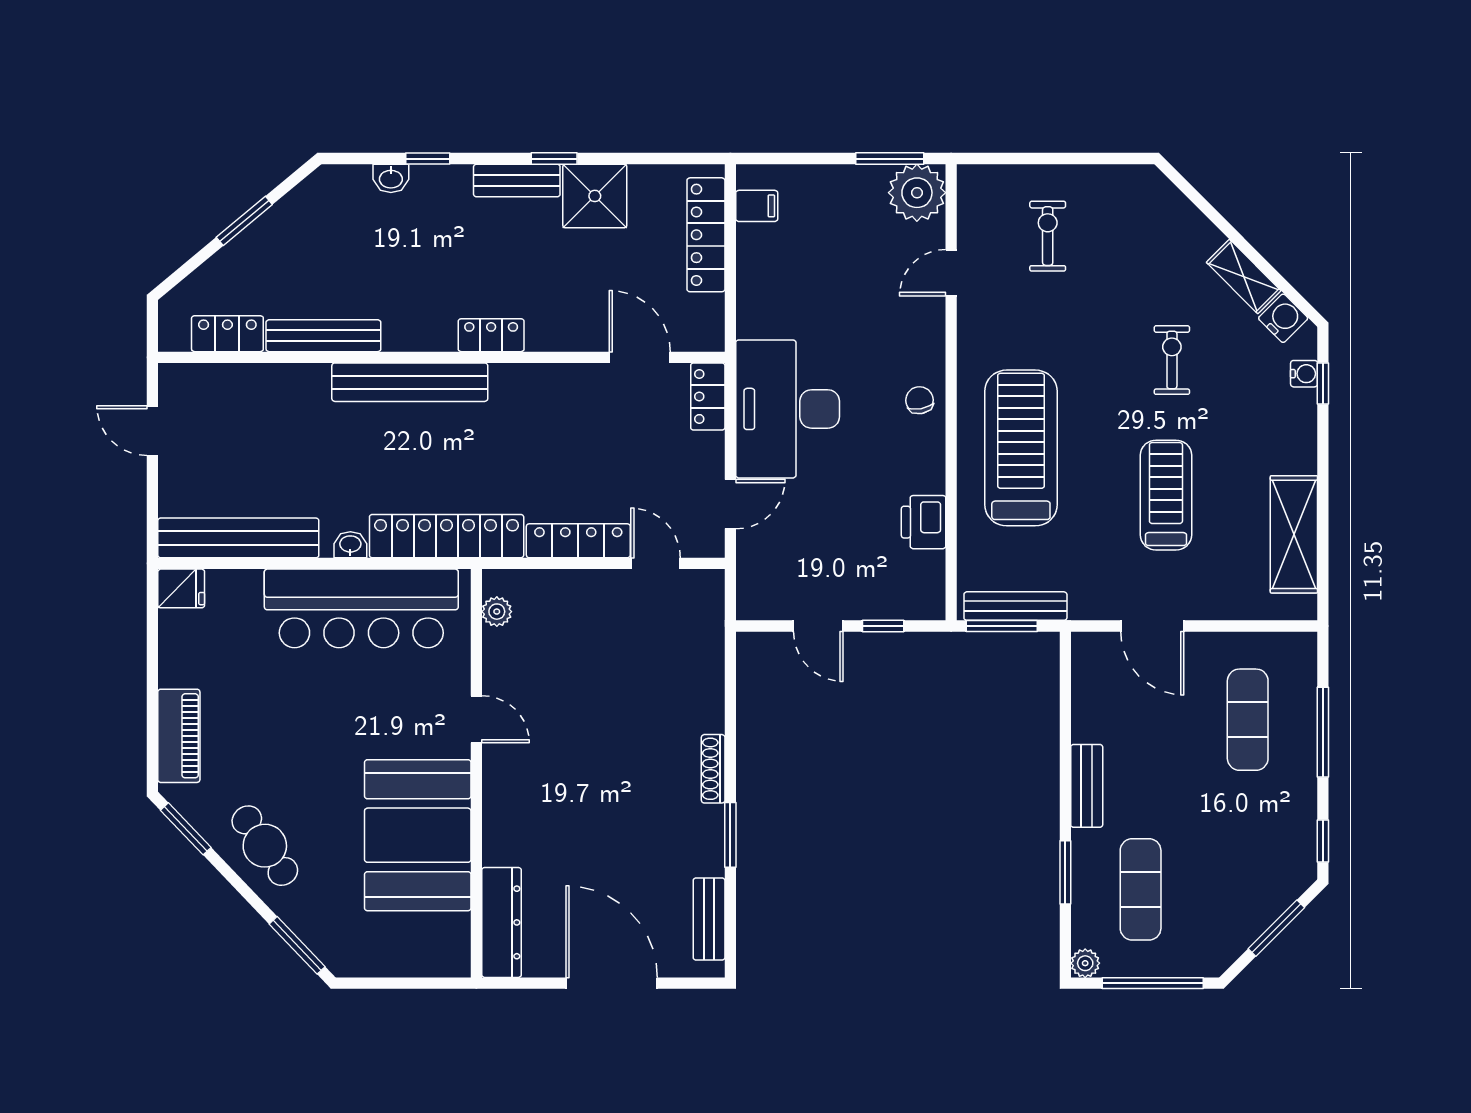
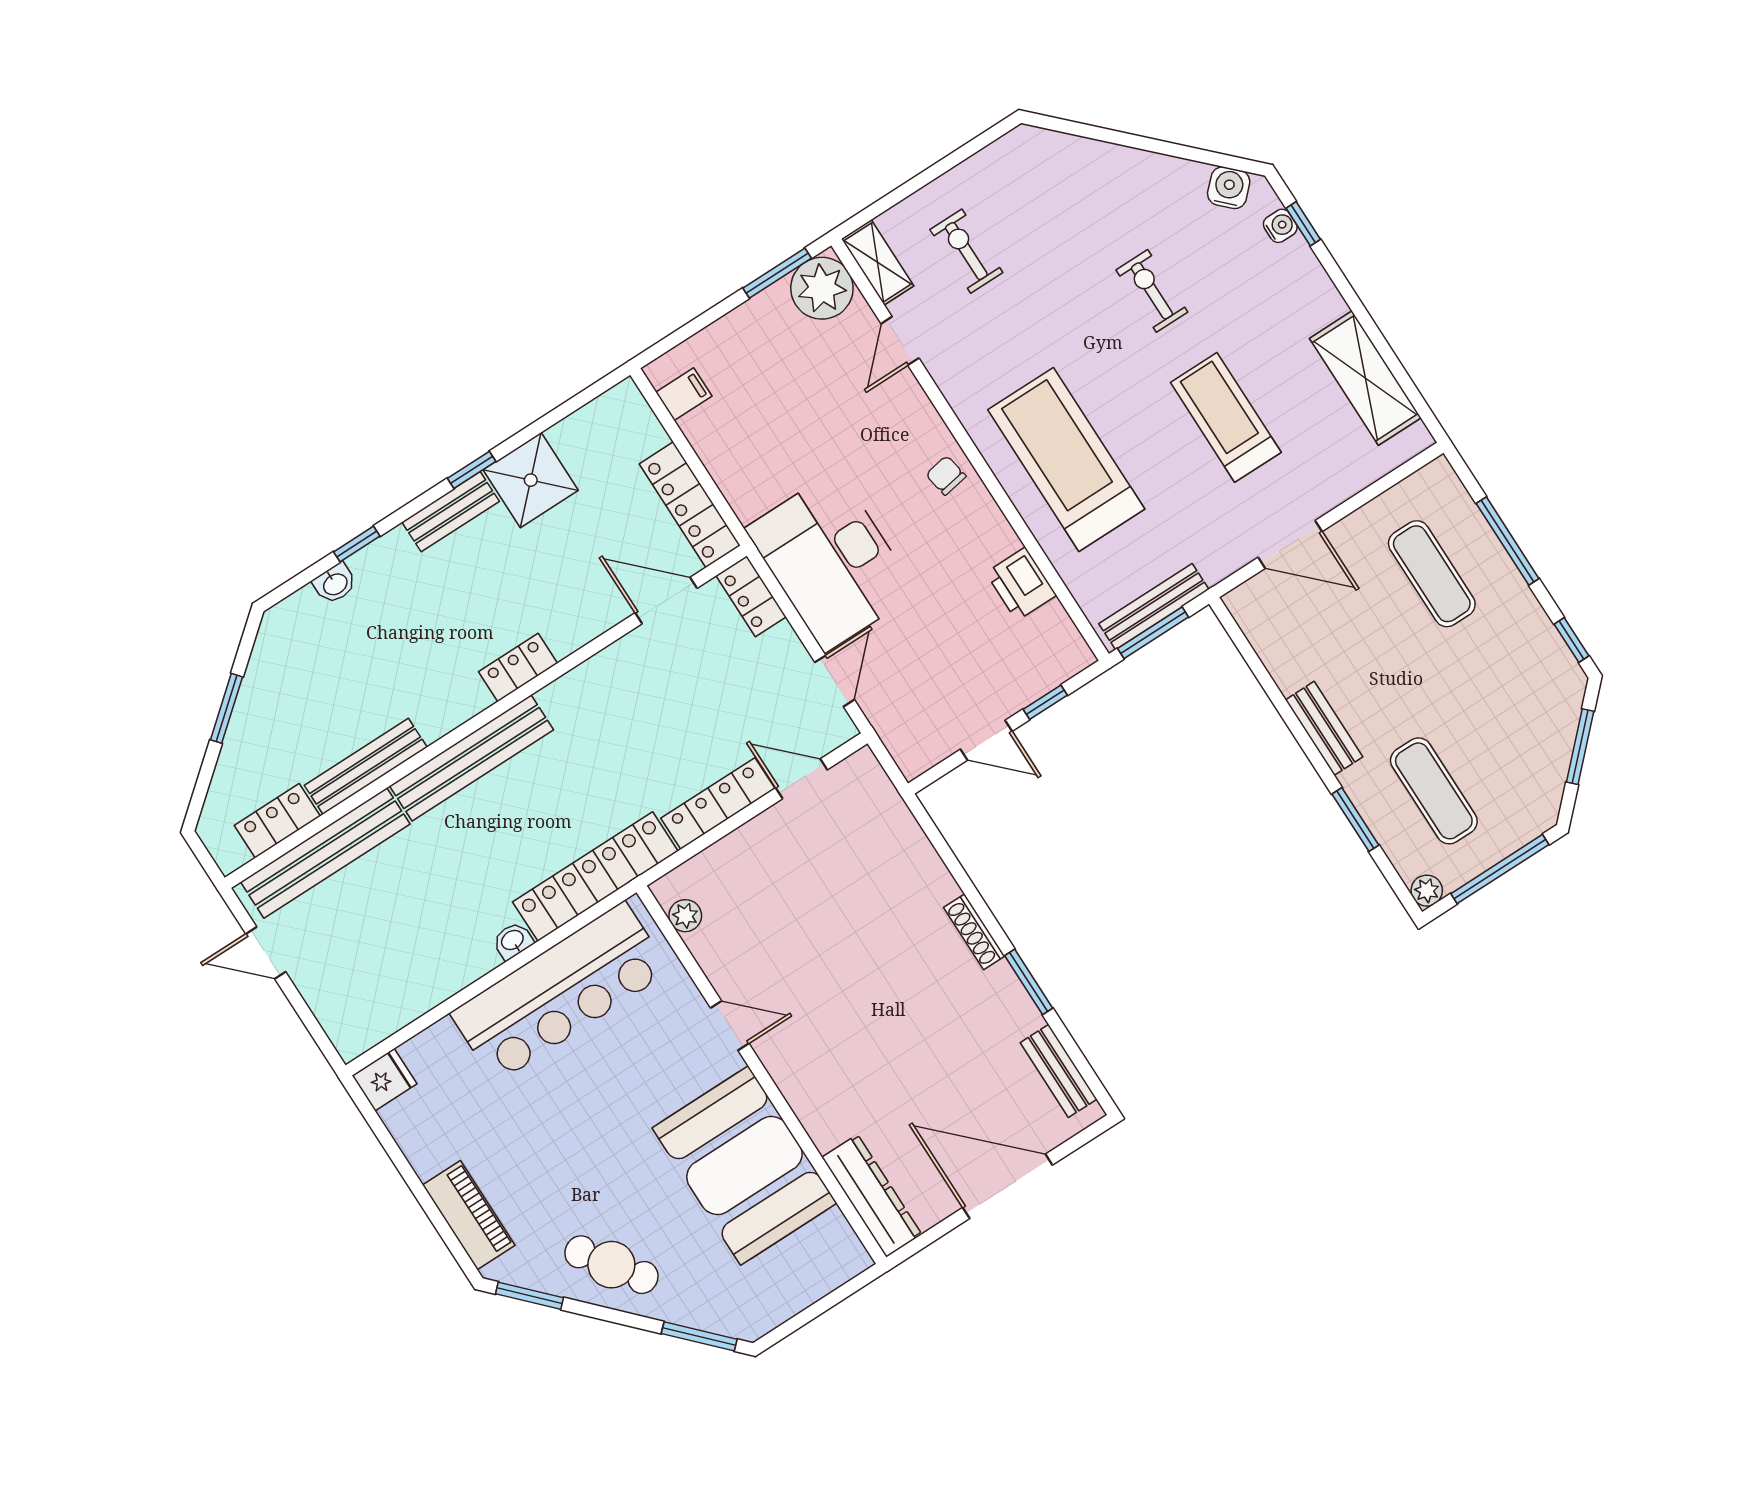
locker: (706, 235) -> (690, 505), moved
shelving: (1244, 277) -> (878, 262), moved, turned 45
bench: (238, 538) -> (325, 853), moved

